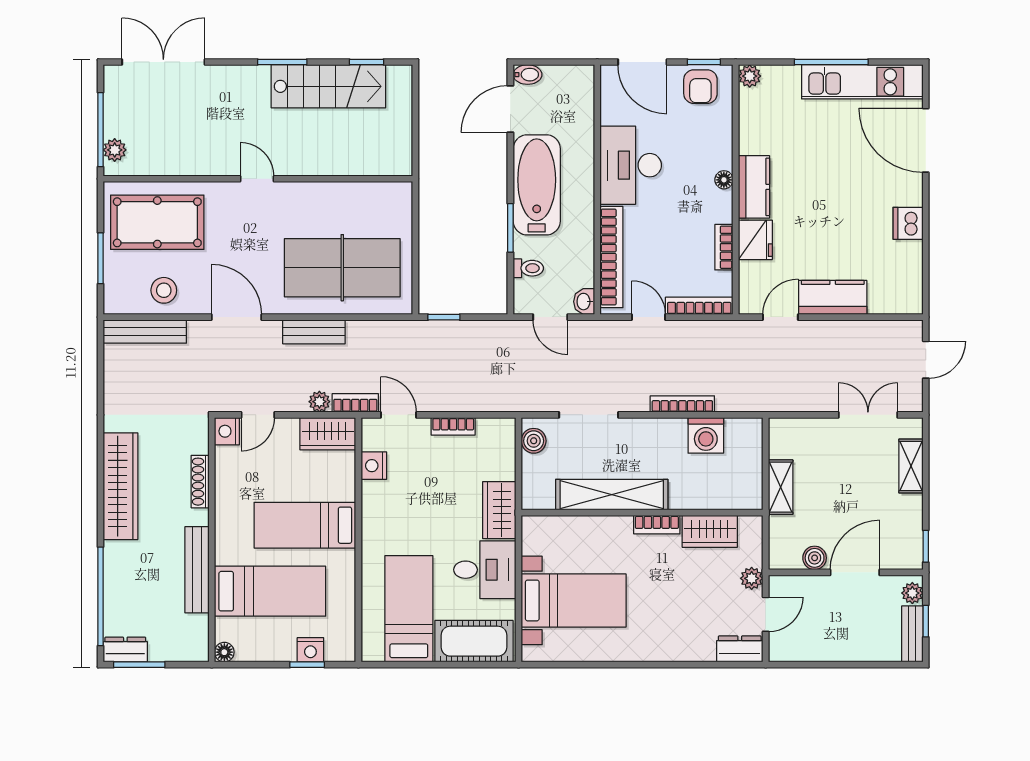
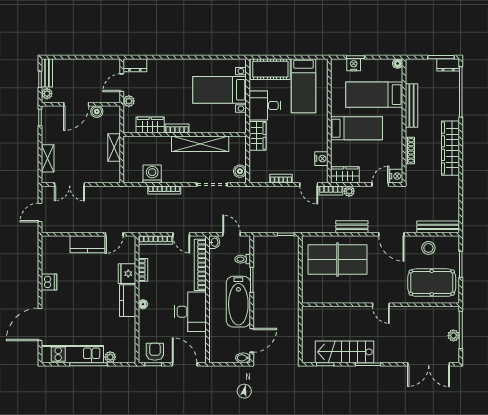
plant: (750, 76) -> (110, 357), moved
door: (926, 140) -> (40, 324), swing flipped
plant: (115, 150) -> (453, 335), moved

